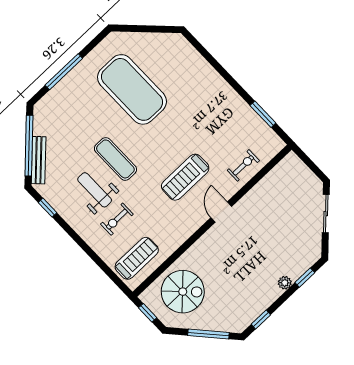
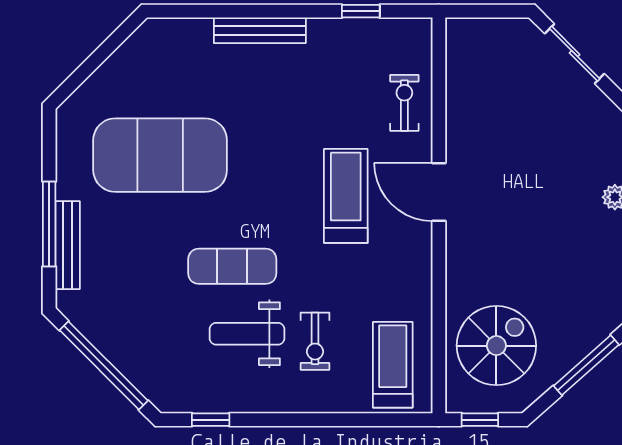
bench: (218, 82) -> (260, 30), added
window: (263, 114) -> (361, 11), width x0.67
bench: (39, 160) -> (68, 245), moved, turned 45
treadmill: (185, 177) -> (346, 196), turned 180
door: (221, 212) -> (439, 192), width x1.38

